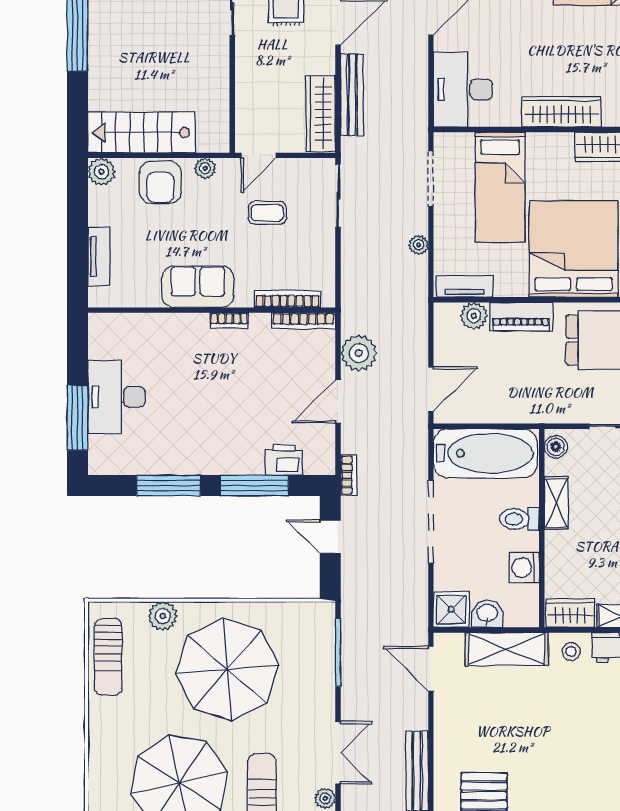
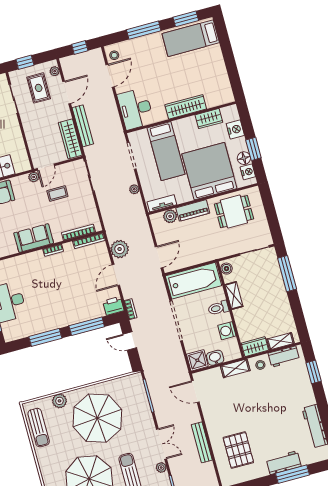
plant: (205, 168) -> (34, 177), moved
printer: (284, 460) -> (113, 306), moved
shelving: (507, 649) -> (235, 368), width x0.67, depth x0.75

